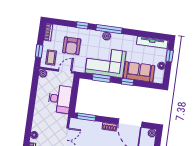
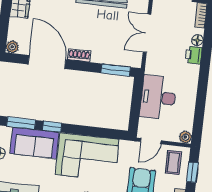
window: (101, 78) -> (21, 123), moved
printer: (37, 125) -> (194, 55), added

